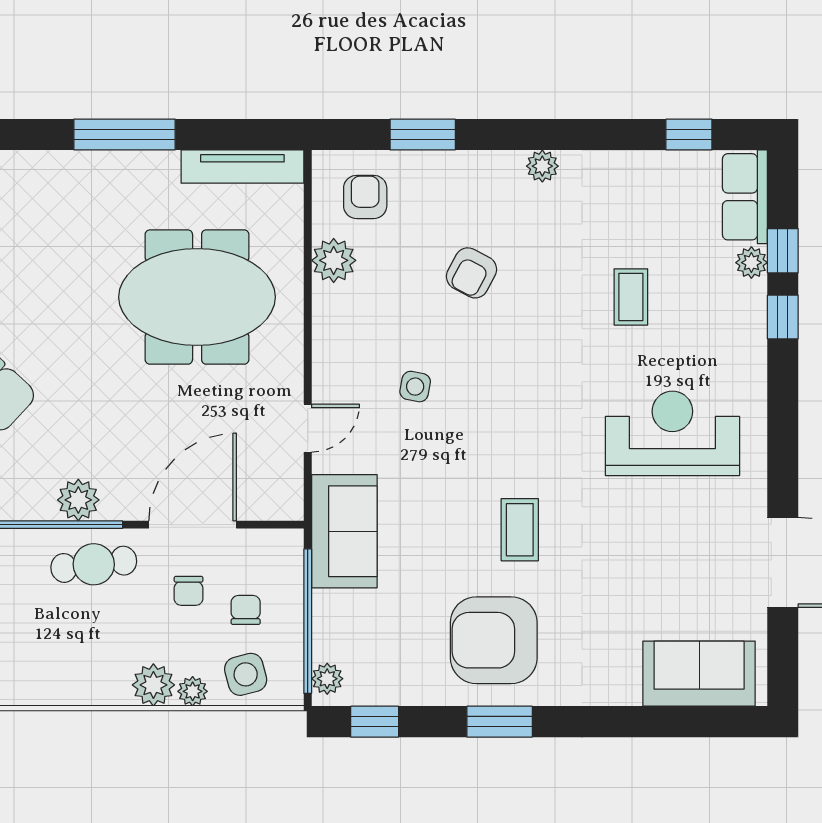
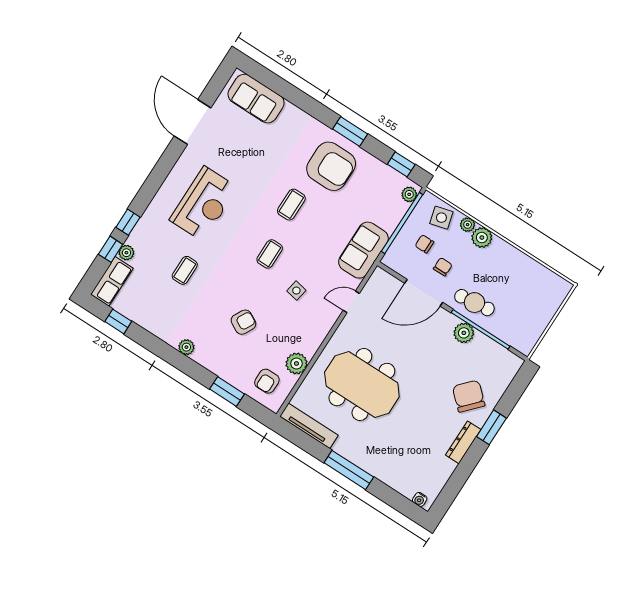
coffee table: (502, 420) -> (270, 254), added
reception desk: (672, 433) -> (204, 204), turned -90
chair: (246, 610) -> (424, 244), turned 90

